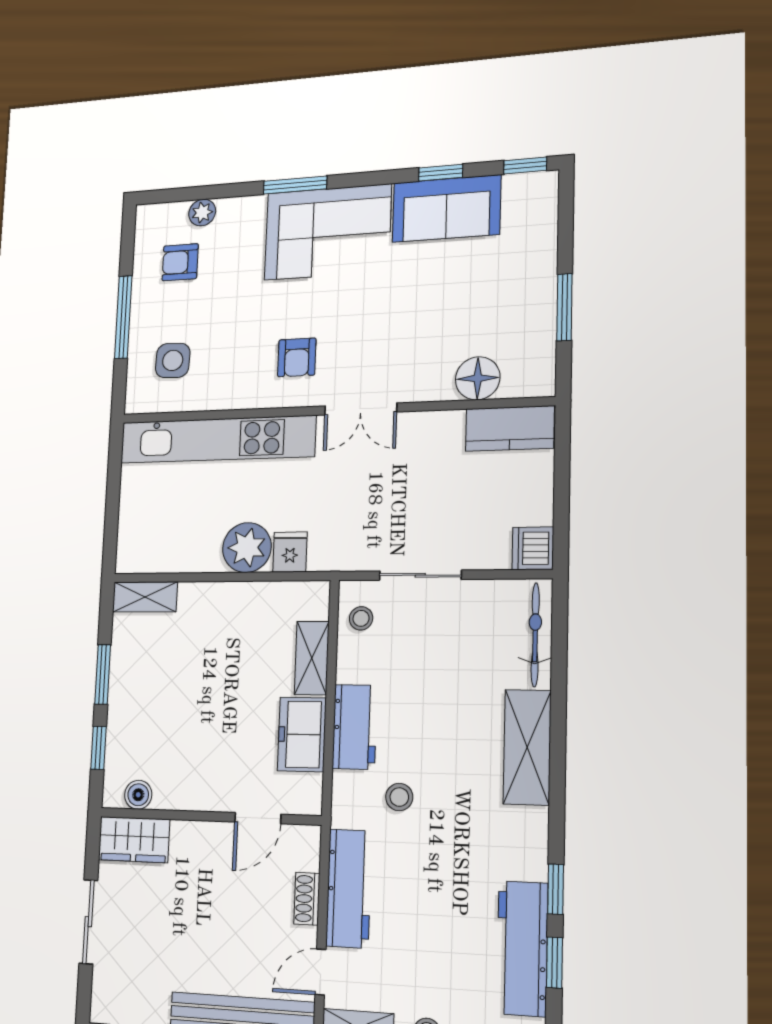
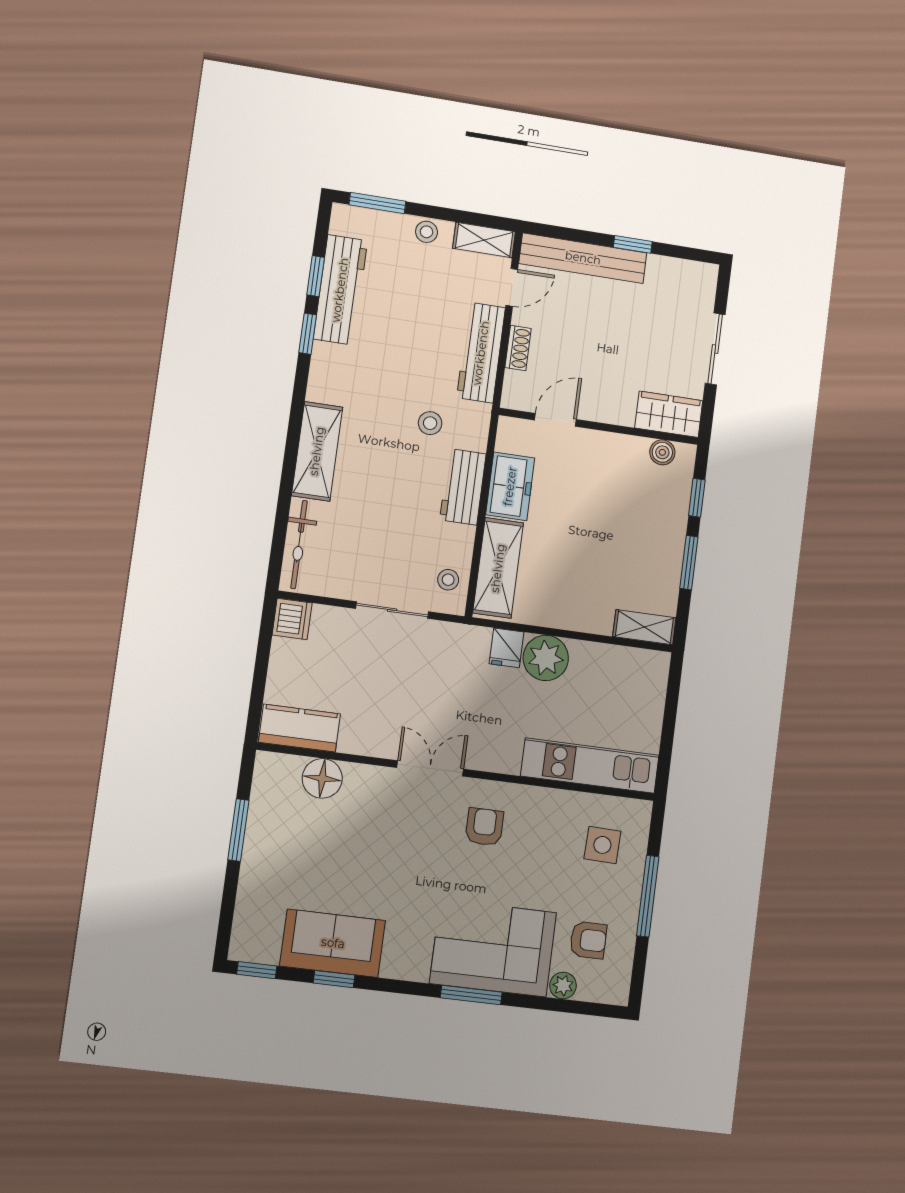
corner sofa: (328, 232) -> (493, 948), moved
kitchen unit: (217, 439) -> (590, 766), width x0.73
shelving: (312, 658) -> (498, 568), width x1.50, depth x1.33

